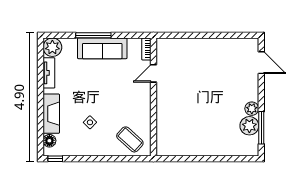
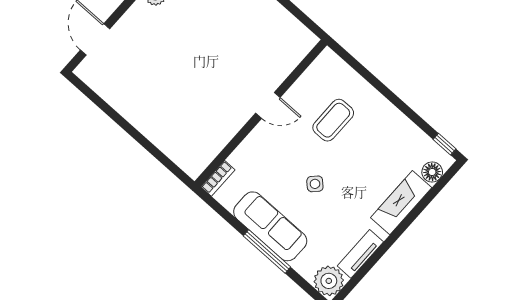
door: (153, 73) -> (268, 105), moved
side table: (90, 122) -> (315, 184), moved
coffee table: (130, 139) -> (333, 120), moved, turned 48

